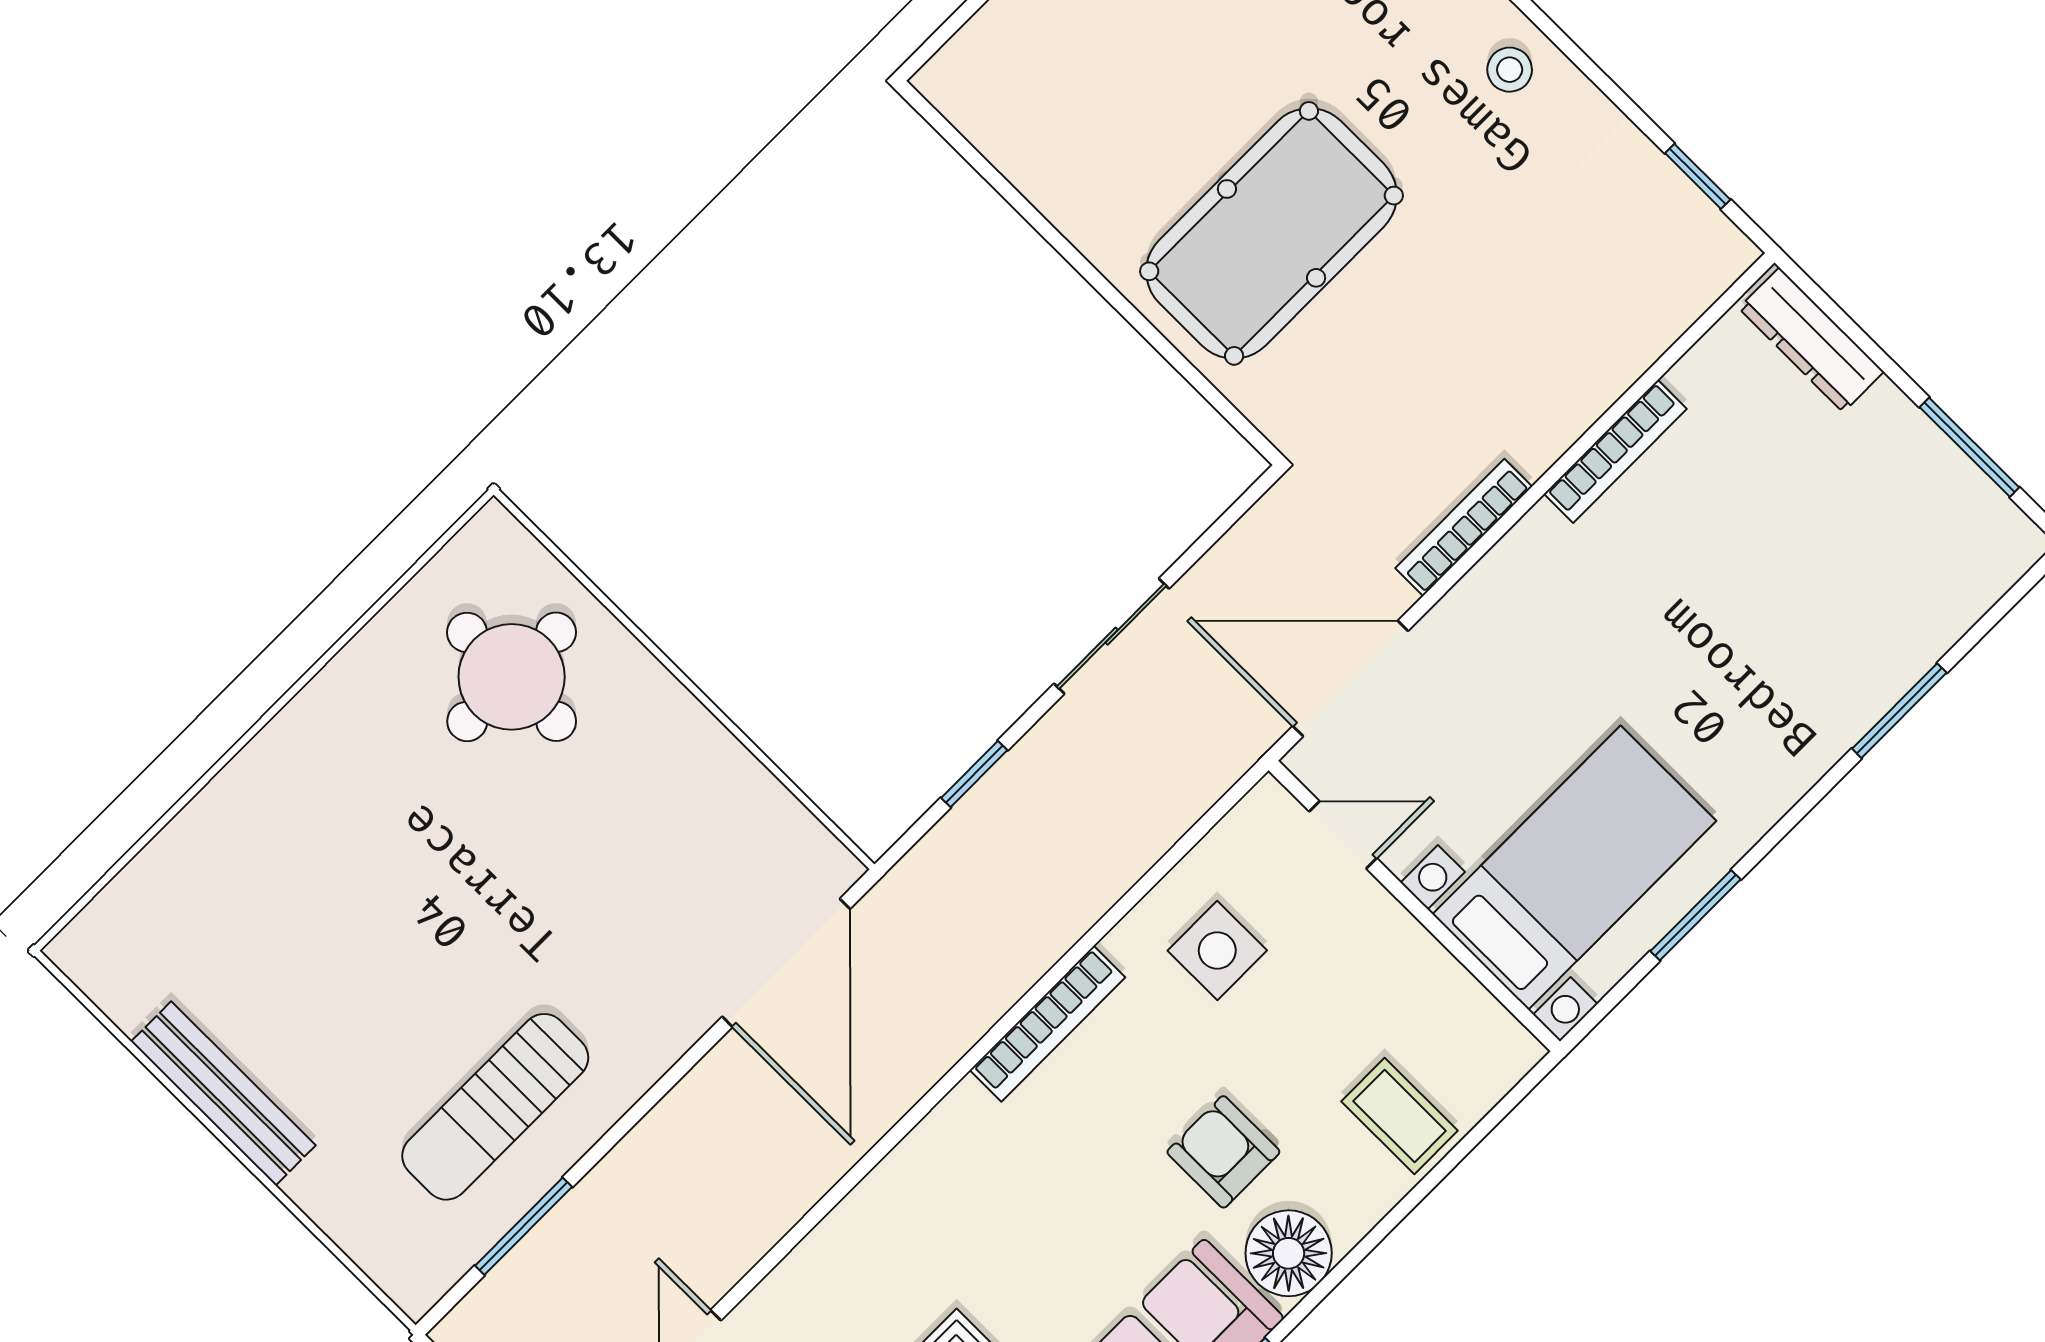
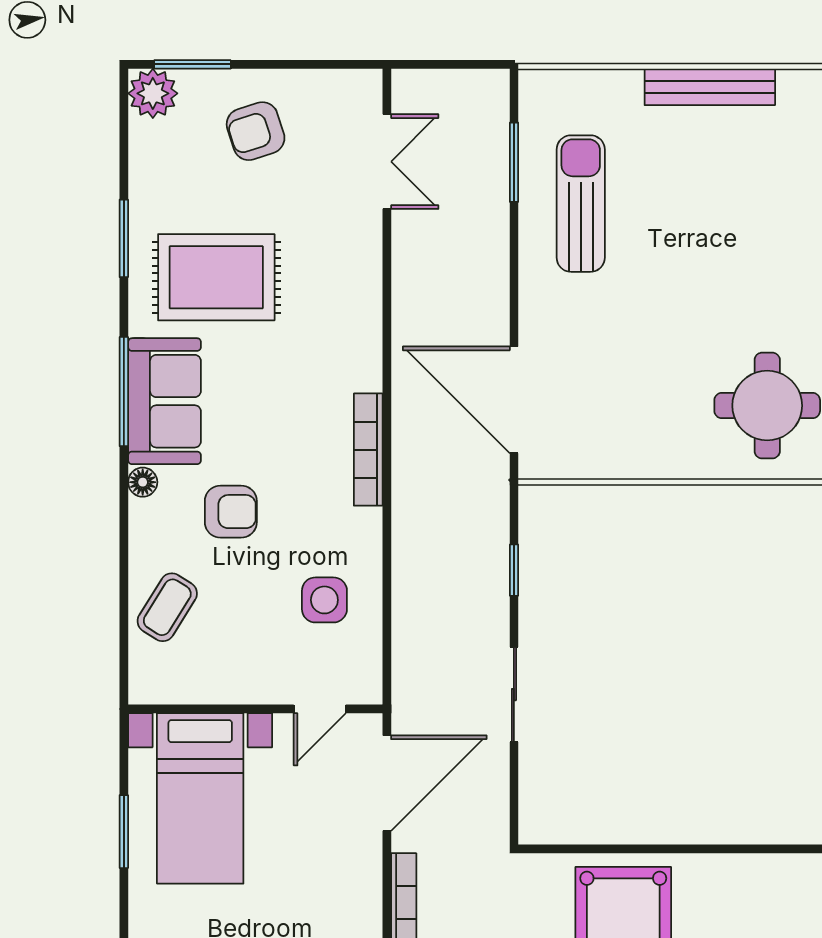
bookcase: (1048, 1024) -> (368, 450), moved
coffee table: (1400, 1116) -> (167, 607), turned -58
floor lamp: (1289, 1253) -> (143, 482), width x0.53, depth x0.53

